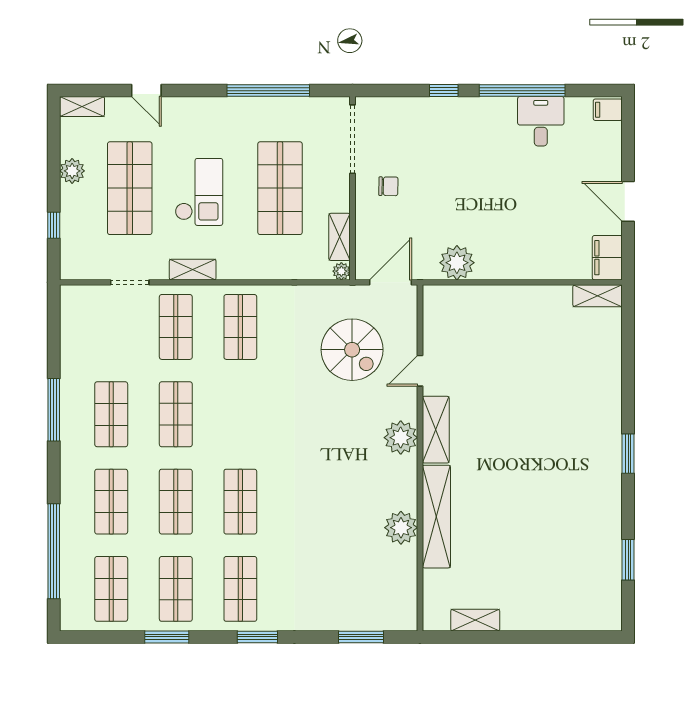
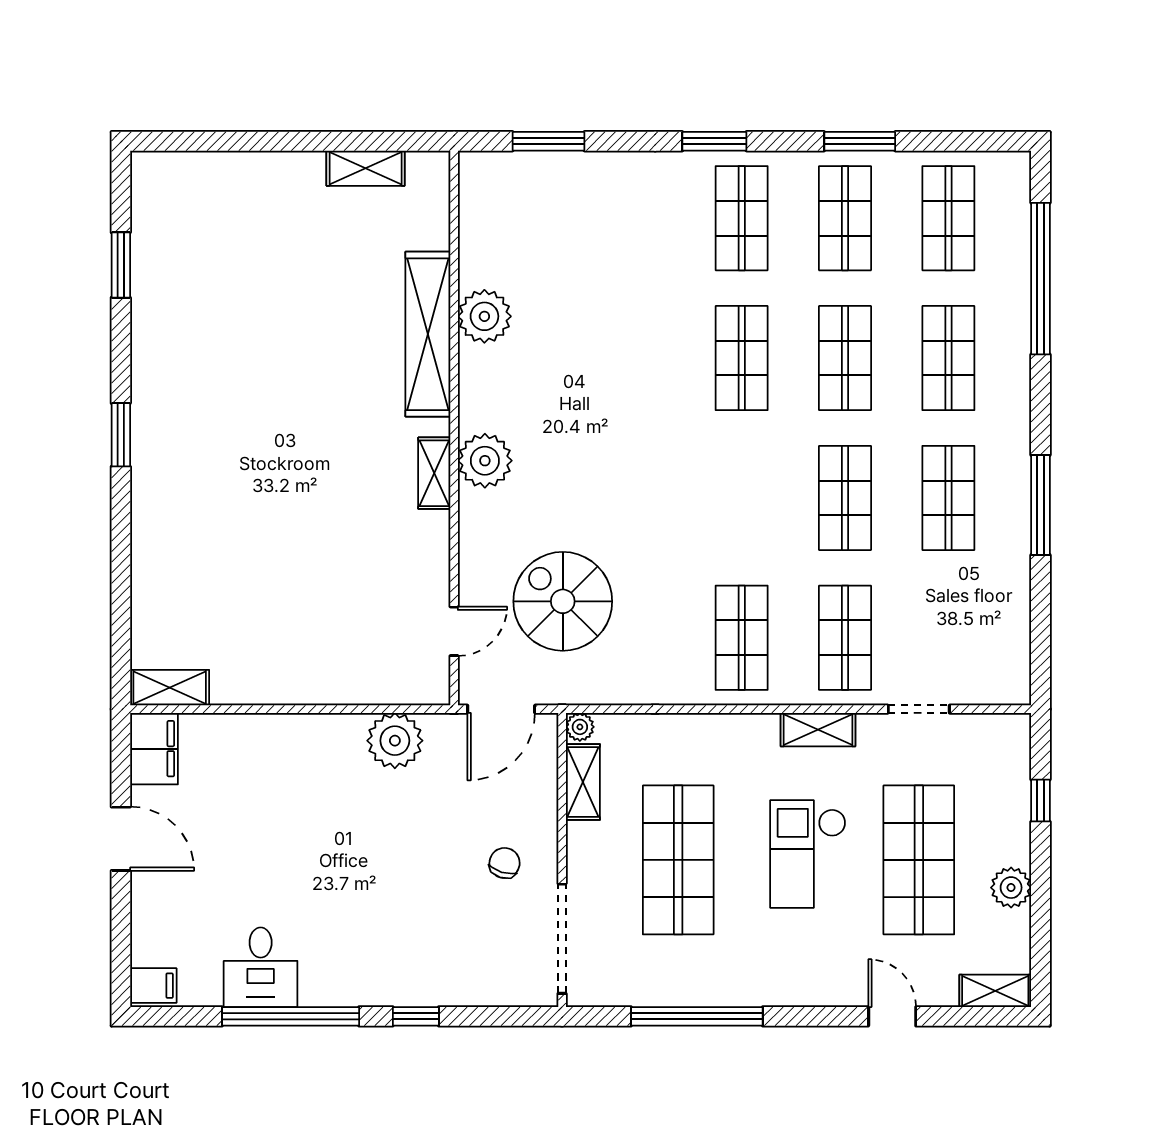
chair: (388, 186) -> (505, 863), turned 106
door: (420, 371) -> (454, 631), moved
shelving: (436, 430) -> (434, 473), width x0.67, depth x0.75

